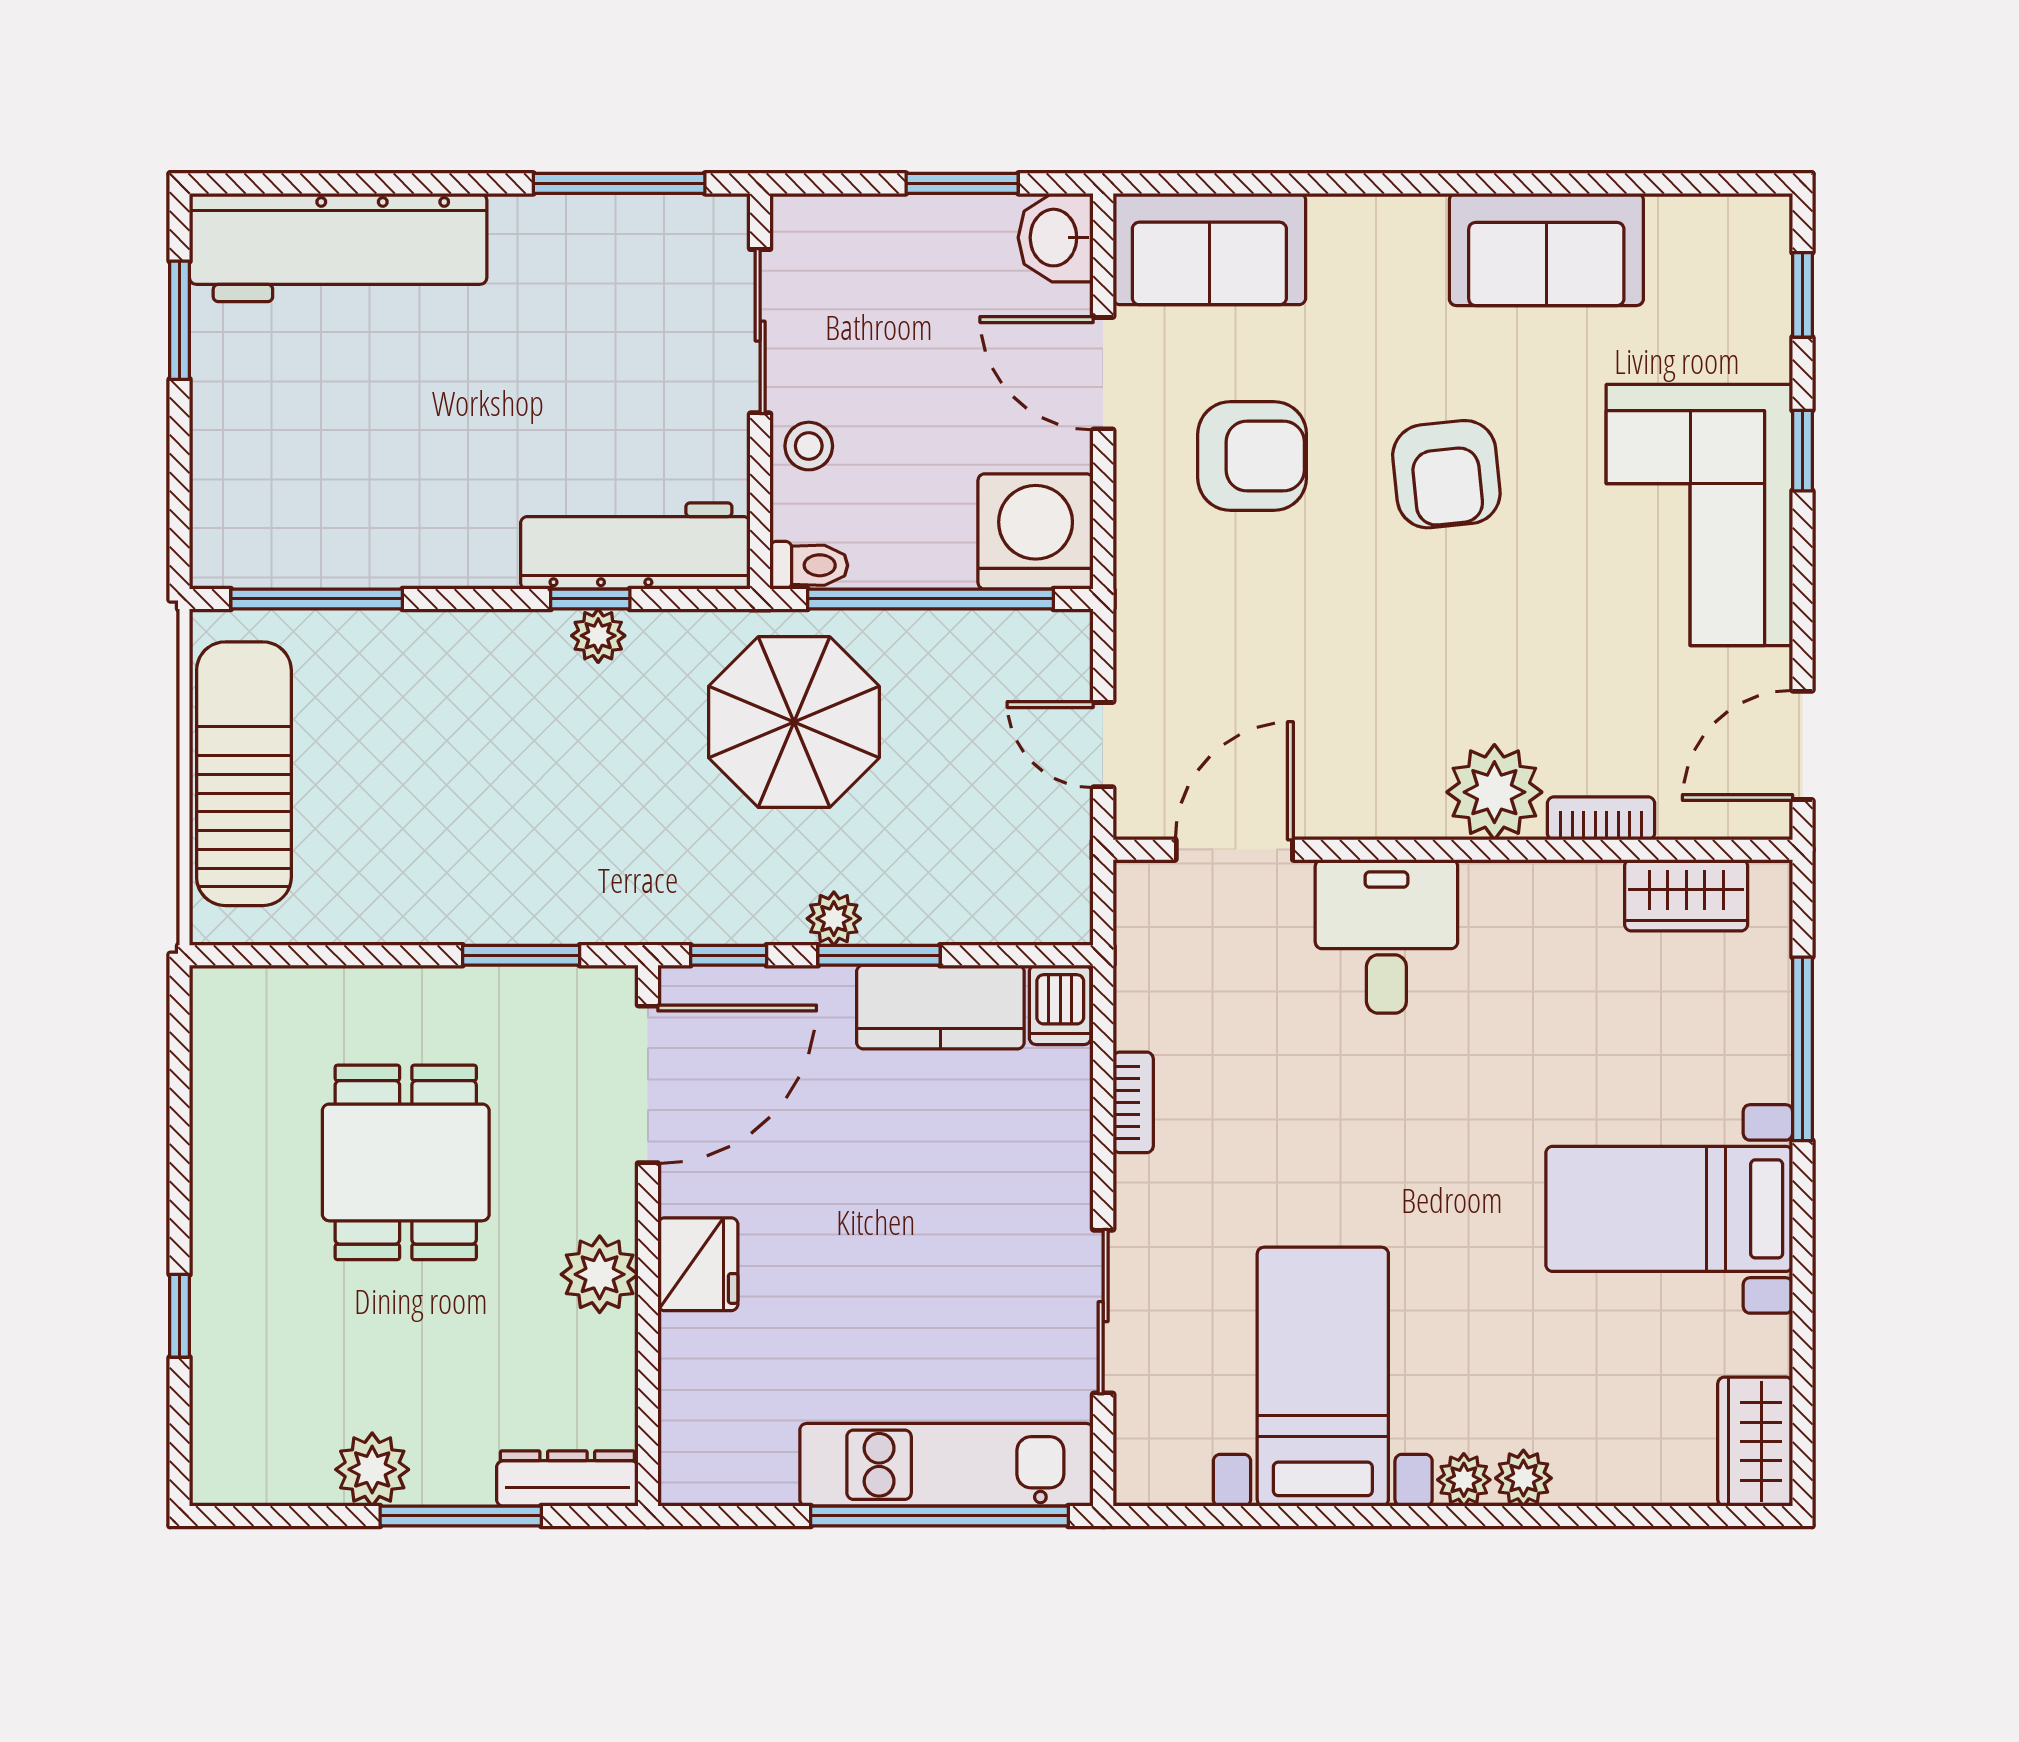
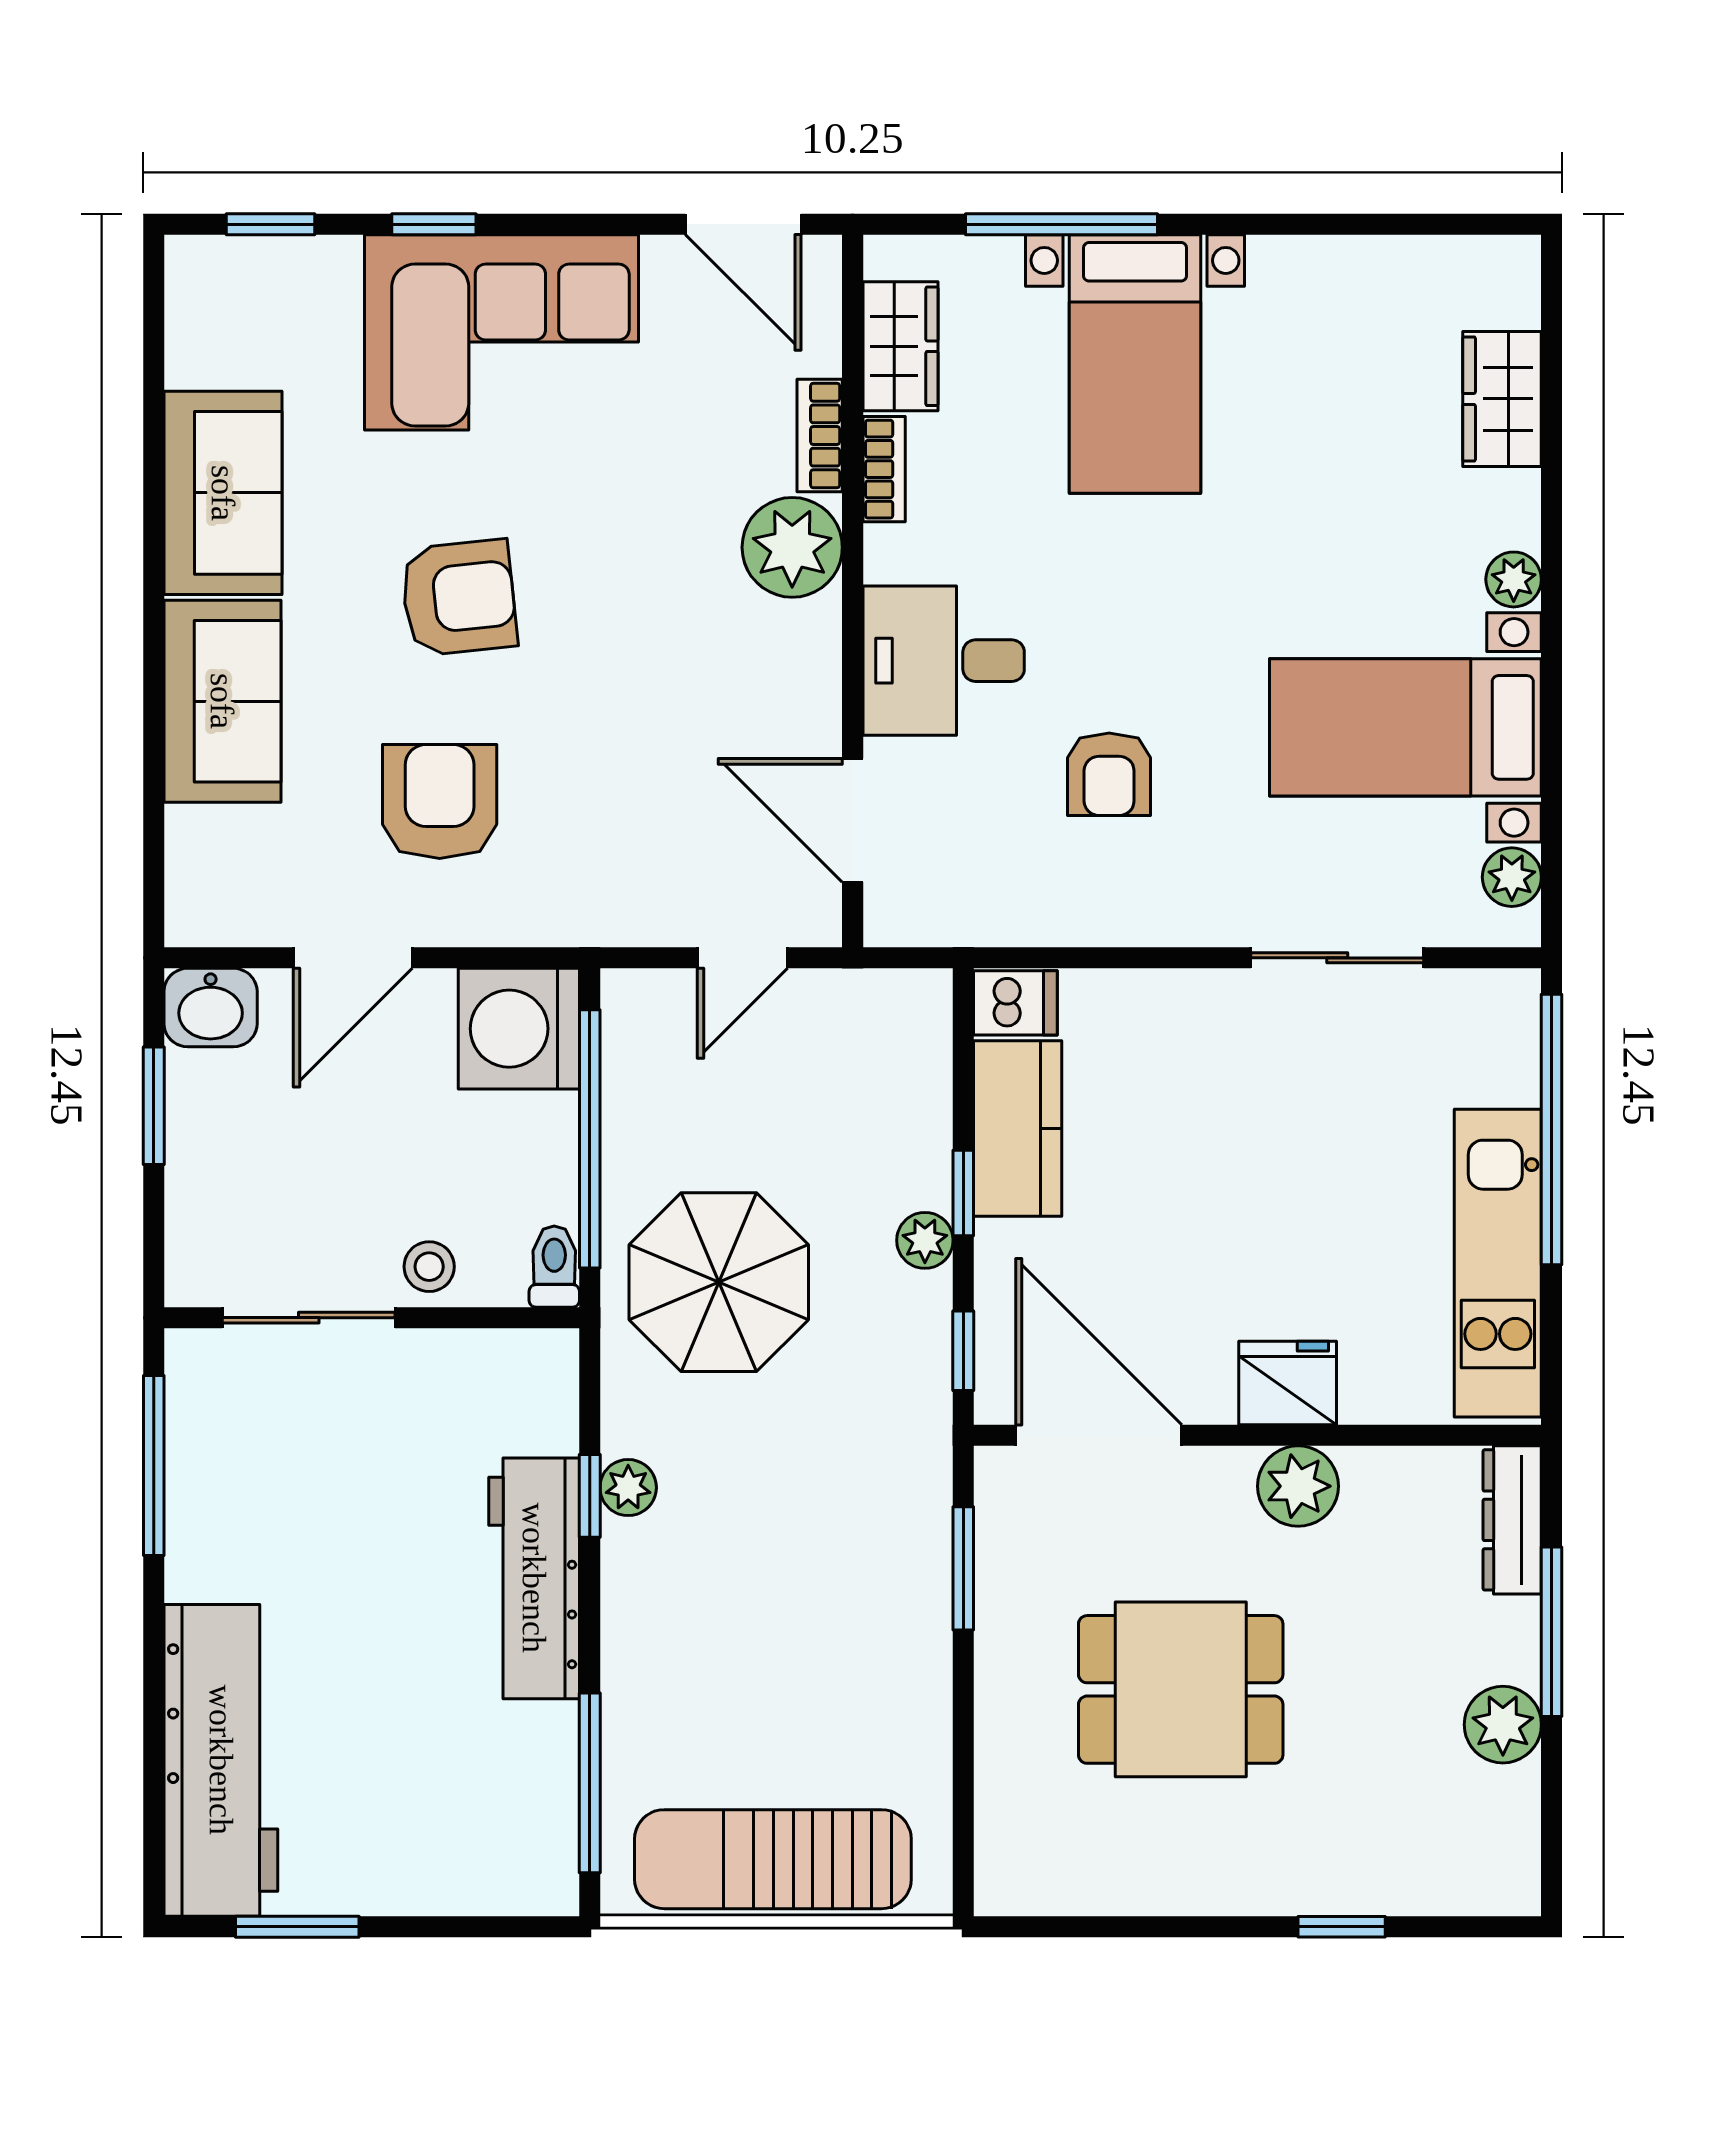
sofa: (1209, 249) -> (222, 701), moved
workbench: (635, 546) -> (534, 1578), moved
window: (879, 955) -> (963, 1193), width x0.67
armchair: (1278, 1094) -> (1109, 774), added
bookcase: (1133, 1102) -> (884, 469), moved, turned 90
bed with nightstands: (1669, 1209) -> (1135, 364), moved
wardrobe: (1755, 1442) -> (1502, 399), moved, turned 90
kitchen unit: (947, 1465) -> (1498, 1263), moved
plant: (1523, 1478) -> (1512, 877), moved

